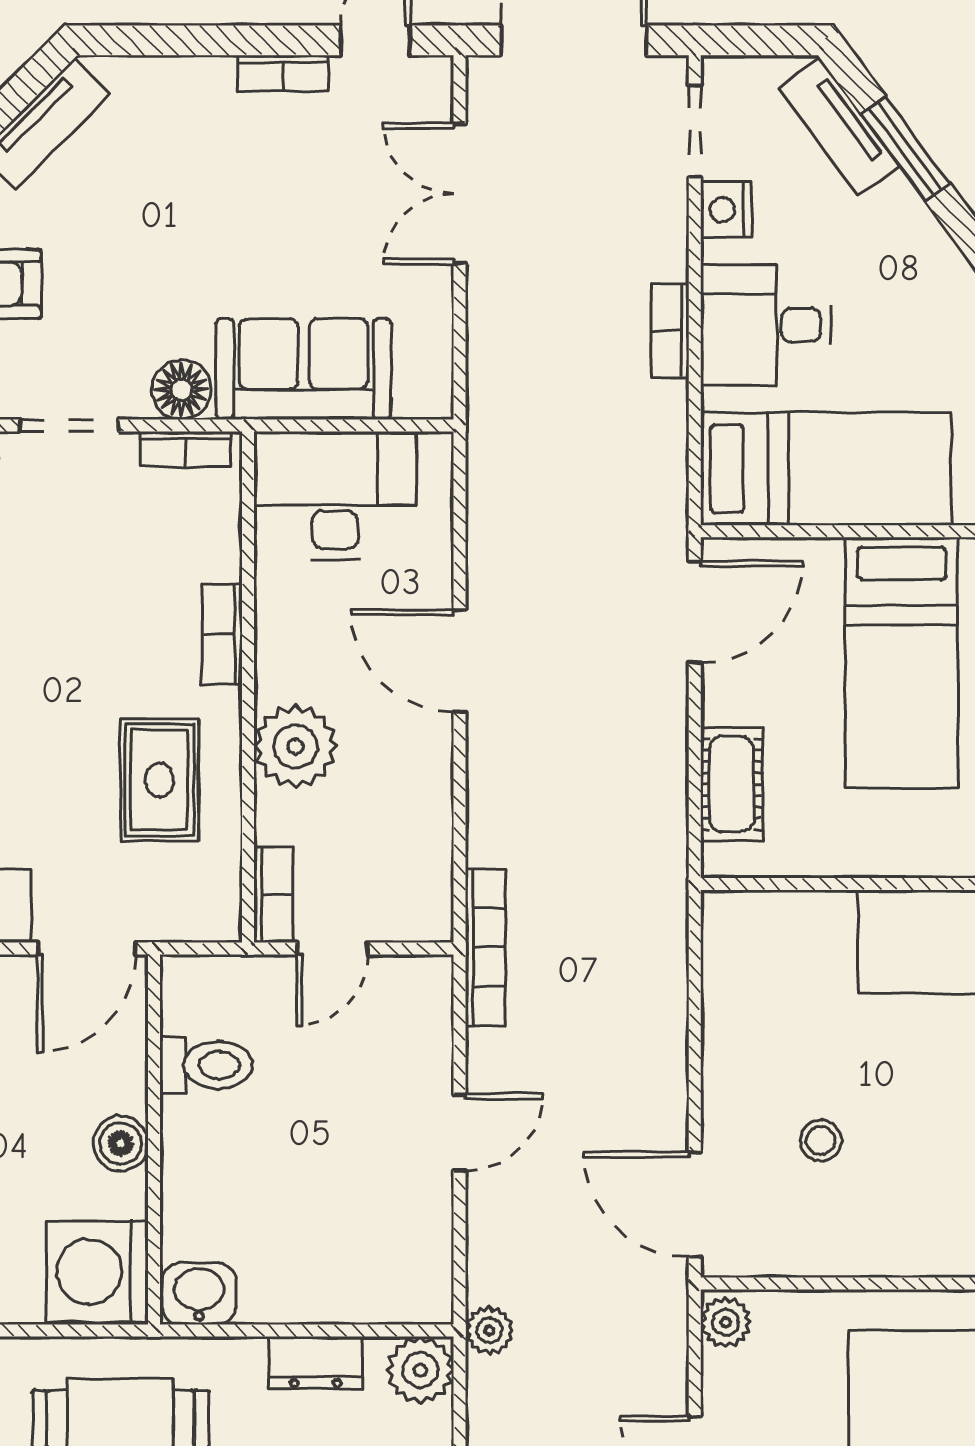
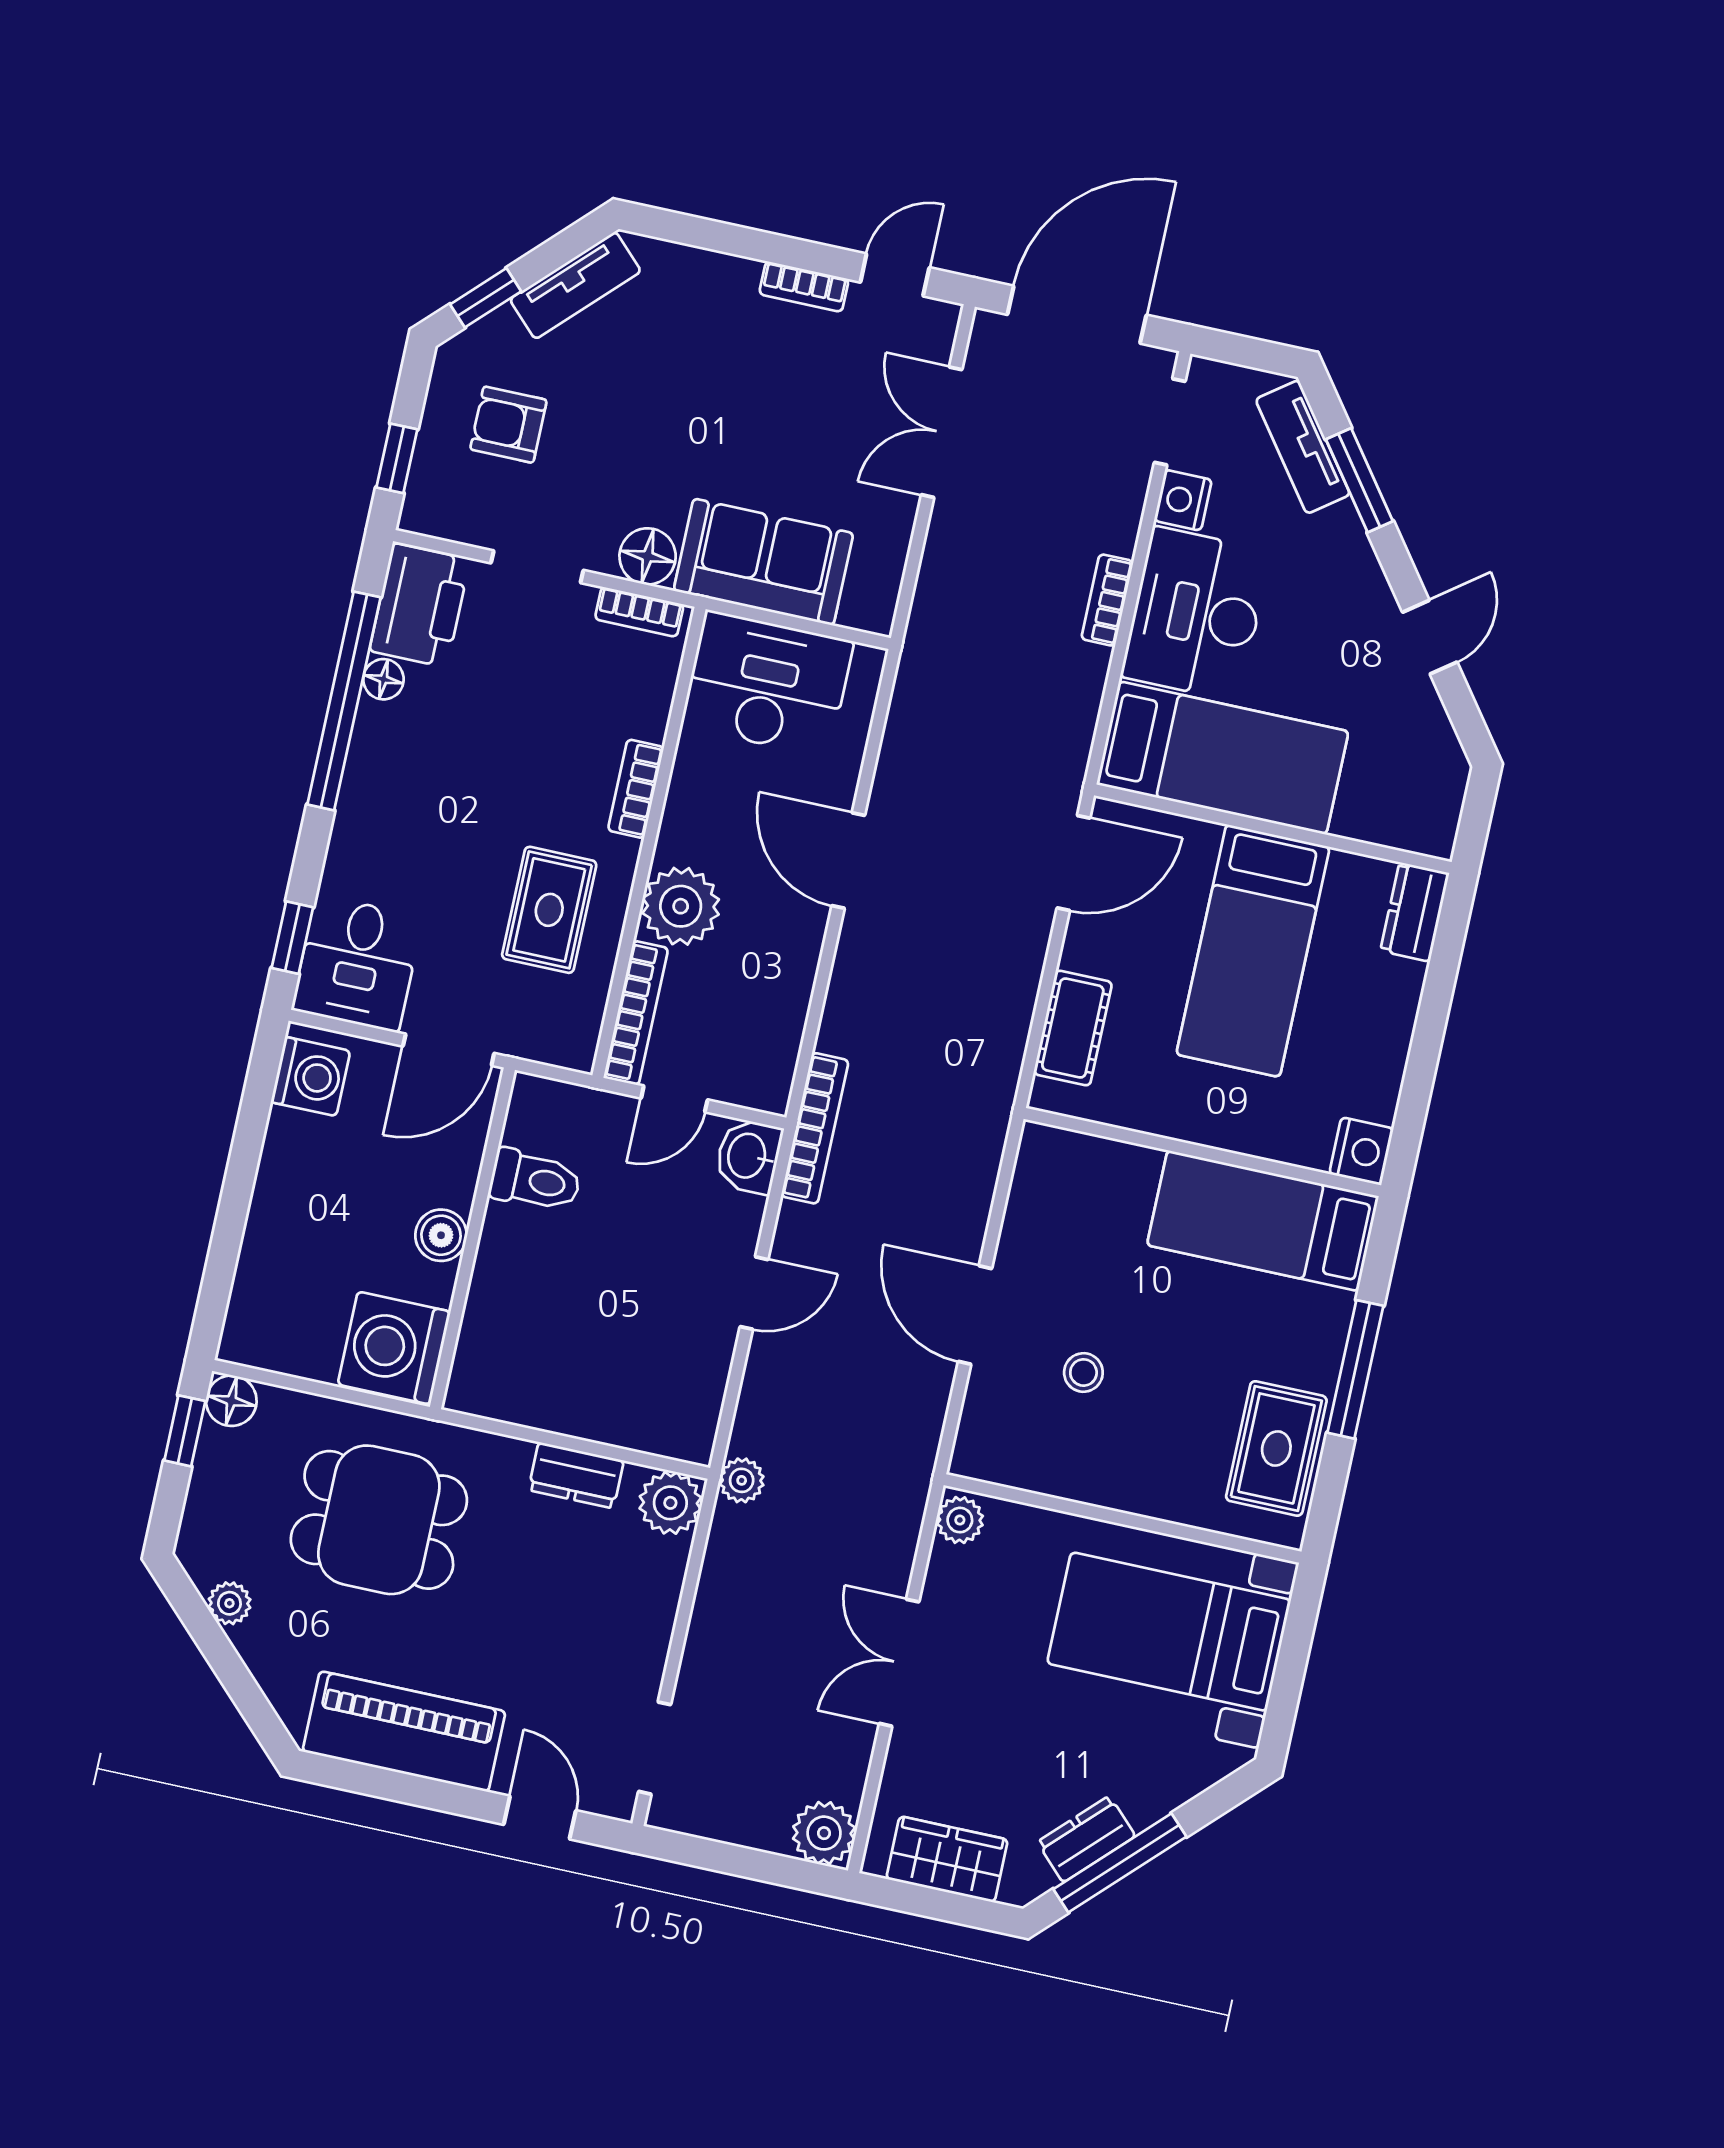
desk: (766, 325) -> (1196, 614), width x1.37
bookcase: (273, 895) -> (636, 1013), width x1.56
door: (695, 1204) -> (975, 1315), moved
washbasin: (199, 1294) -> (748, 1156), moved, turned -90

